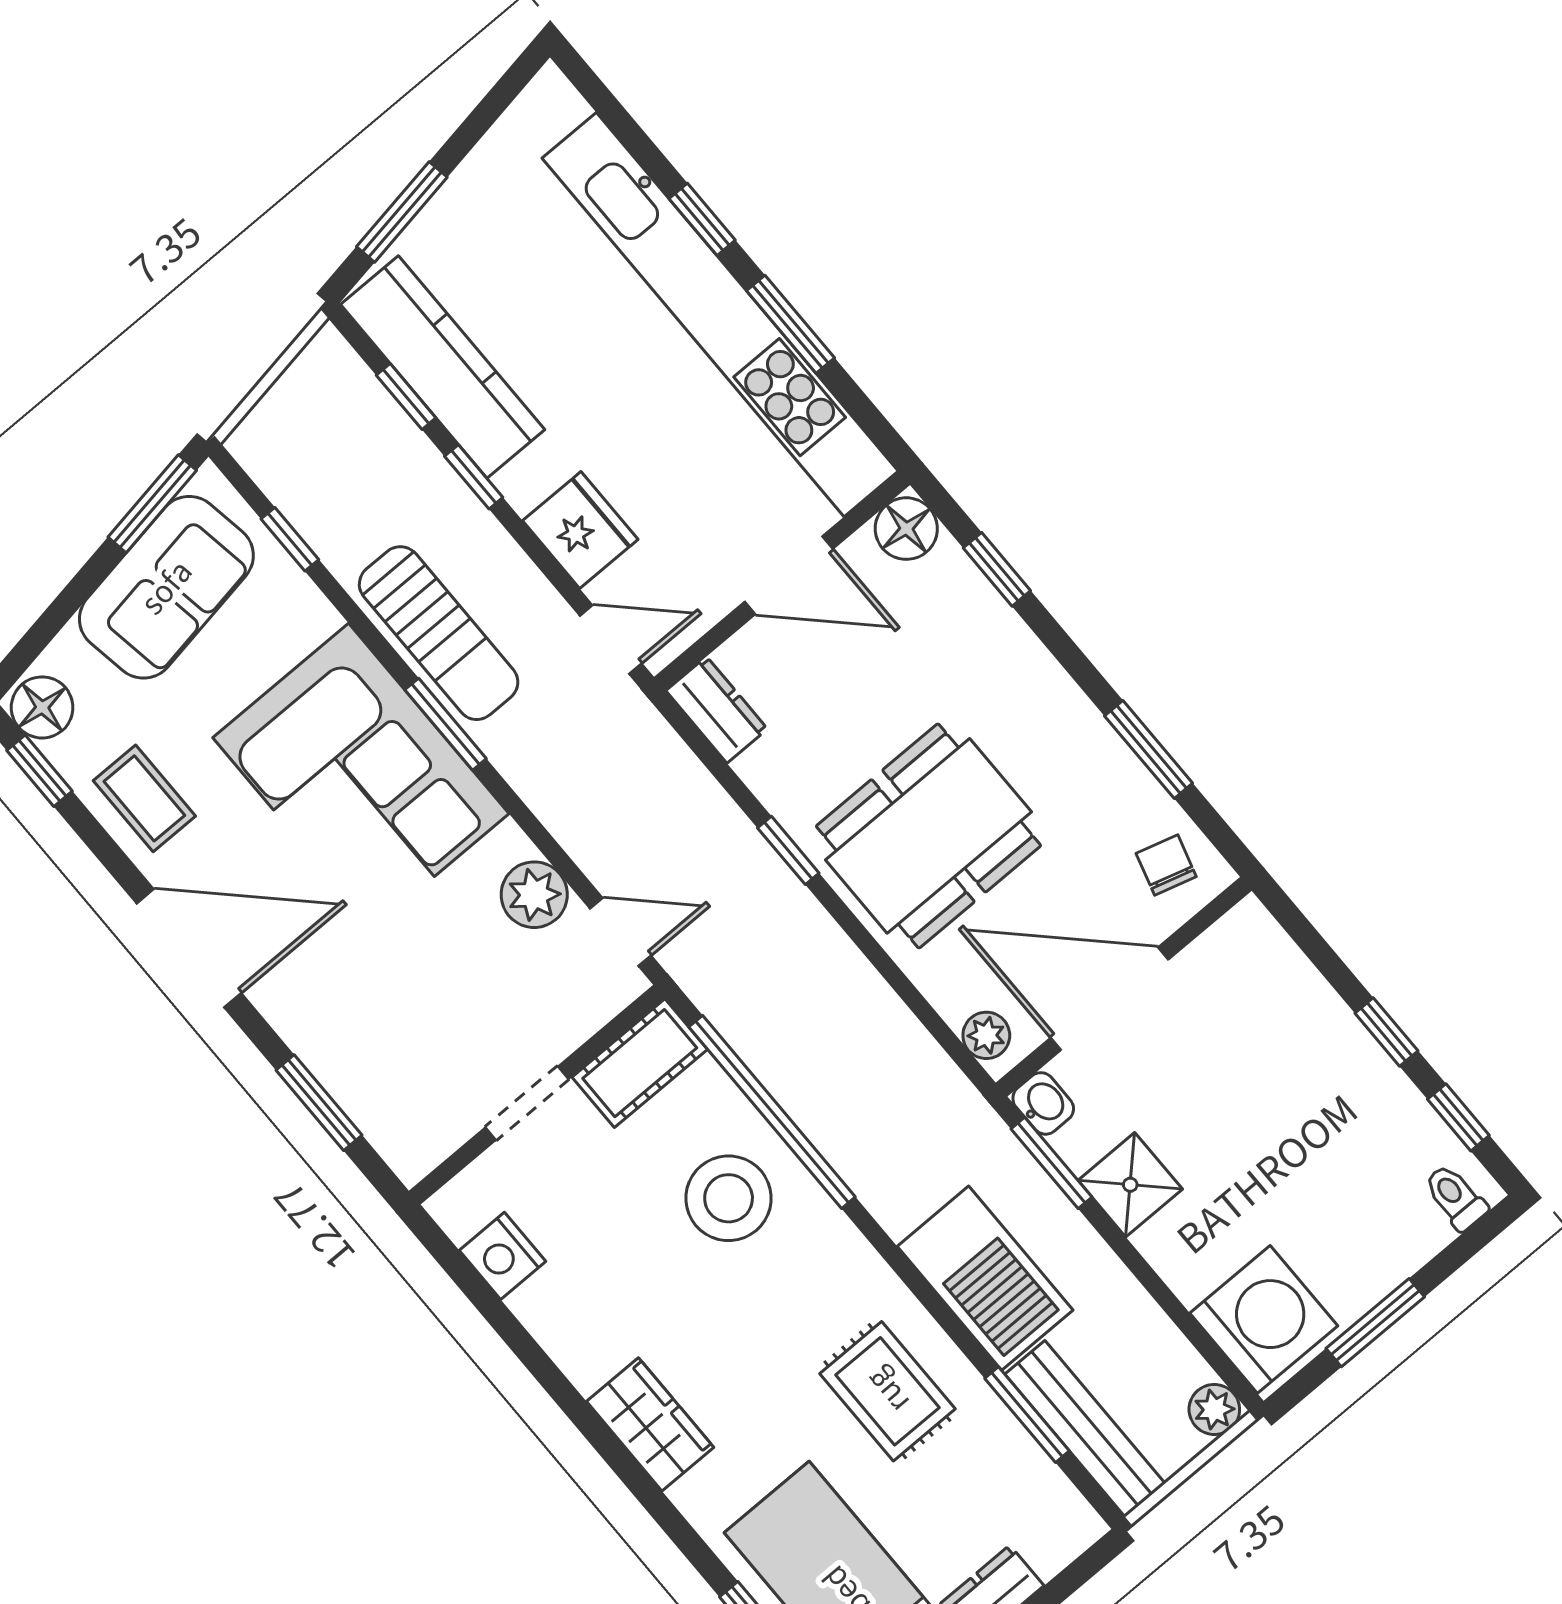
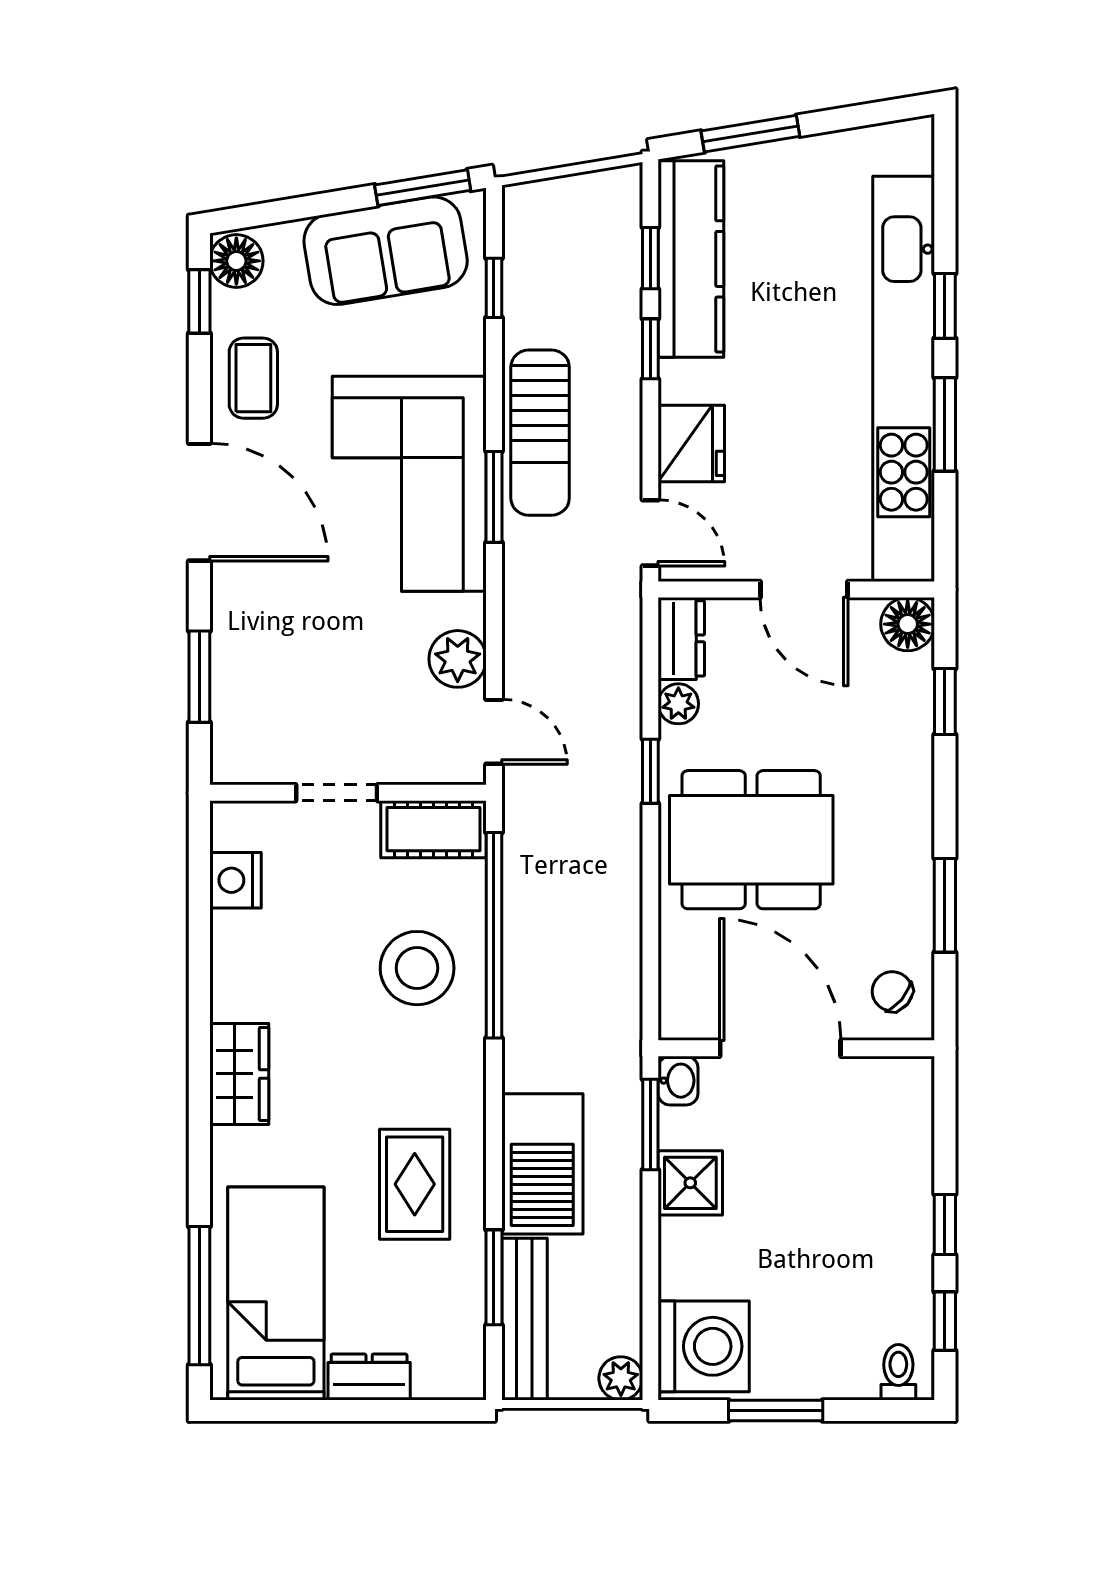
chair: (1166, 865) -> (892, 991), turned -66
plant: (986, 1035) -> (678, 704), moved

